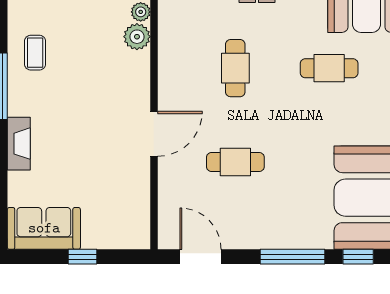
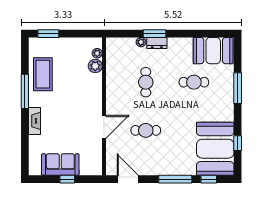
coffee table: (35, 53) -> (43, 74), width x1.86, depth x1.72
door: (154, 134) -> (104, 127), moved
sofa: (44, 228) -> (60, 164), moved

